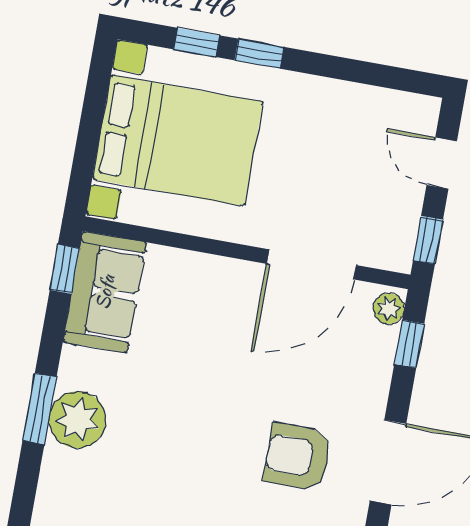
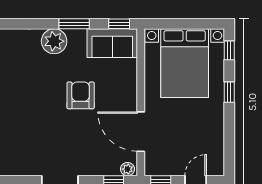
window: (197, 42) -> (229, 50), moved
window: (40, 409) -> (74, 24), moved
armchair: (298, 457) -> (81, 95), moved

